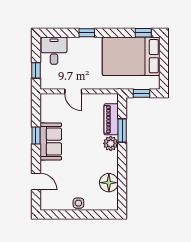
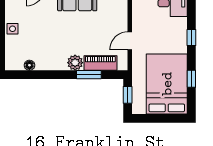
window: (143, 33) -> (191, 79), moved
door: (73, 91) -> (130, 41), moved
floor lamp: (109, 183) -> (29, 65), width x0.53, depth x0.53

